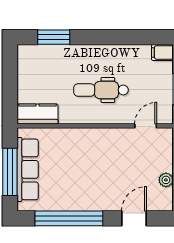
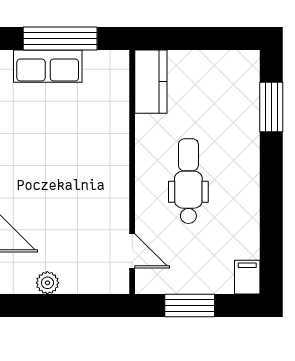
row of seats: (28, 169) -> (48, 66), width x0.68

